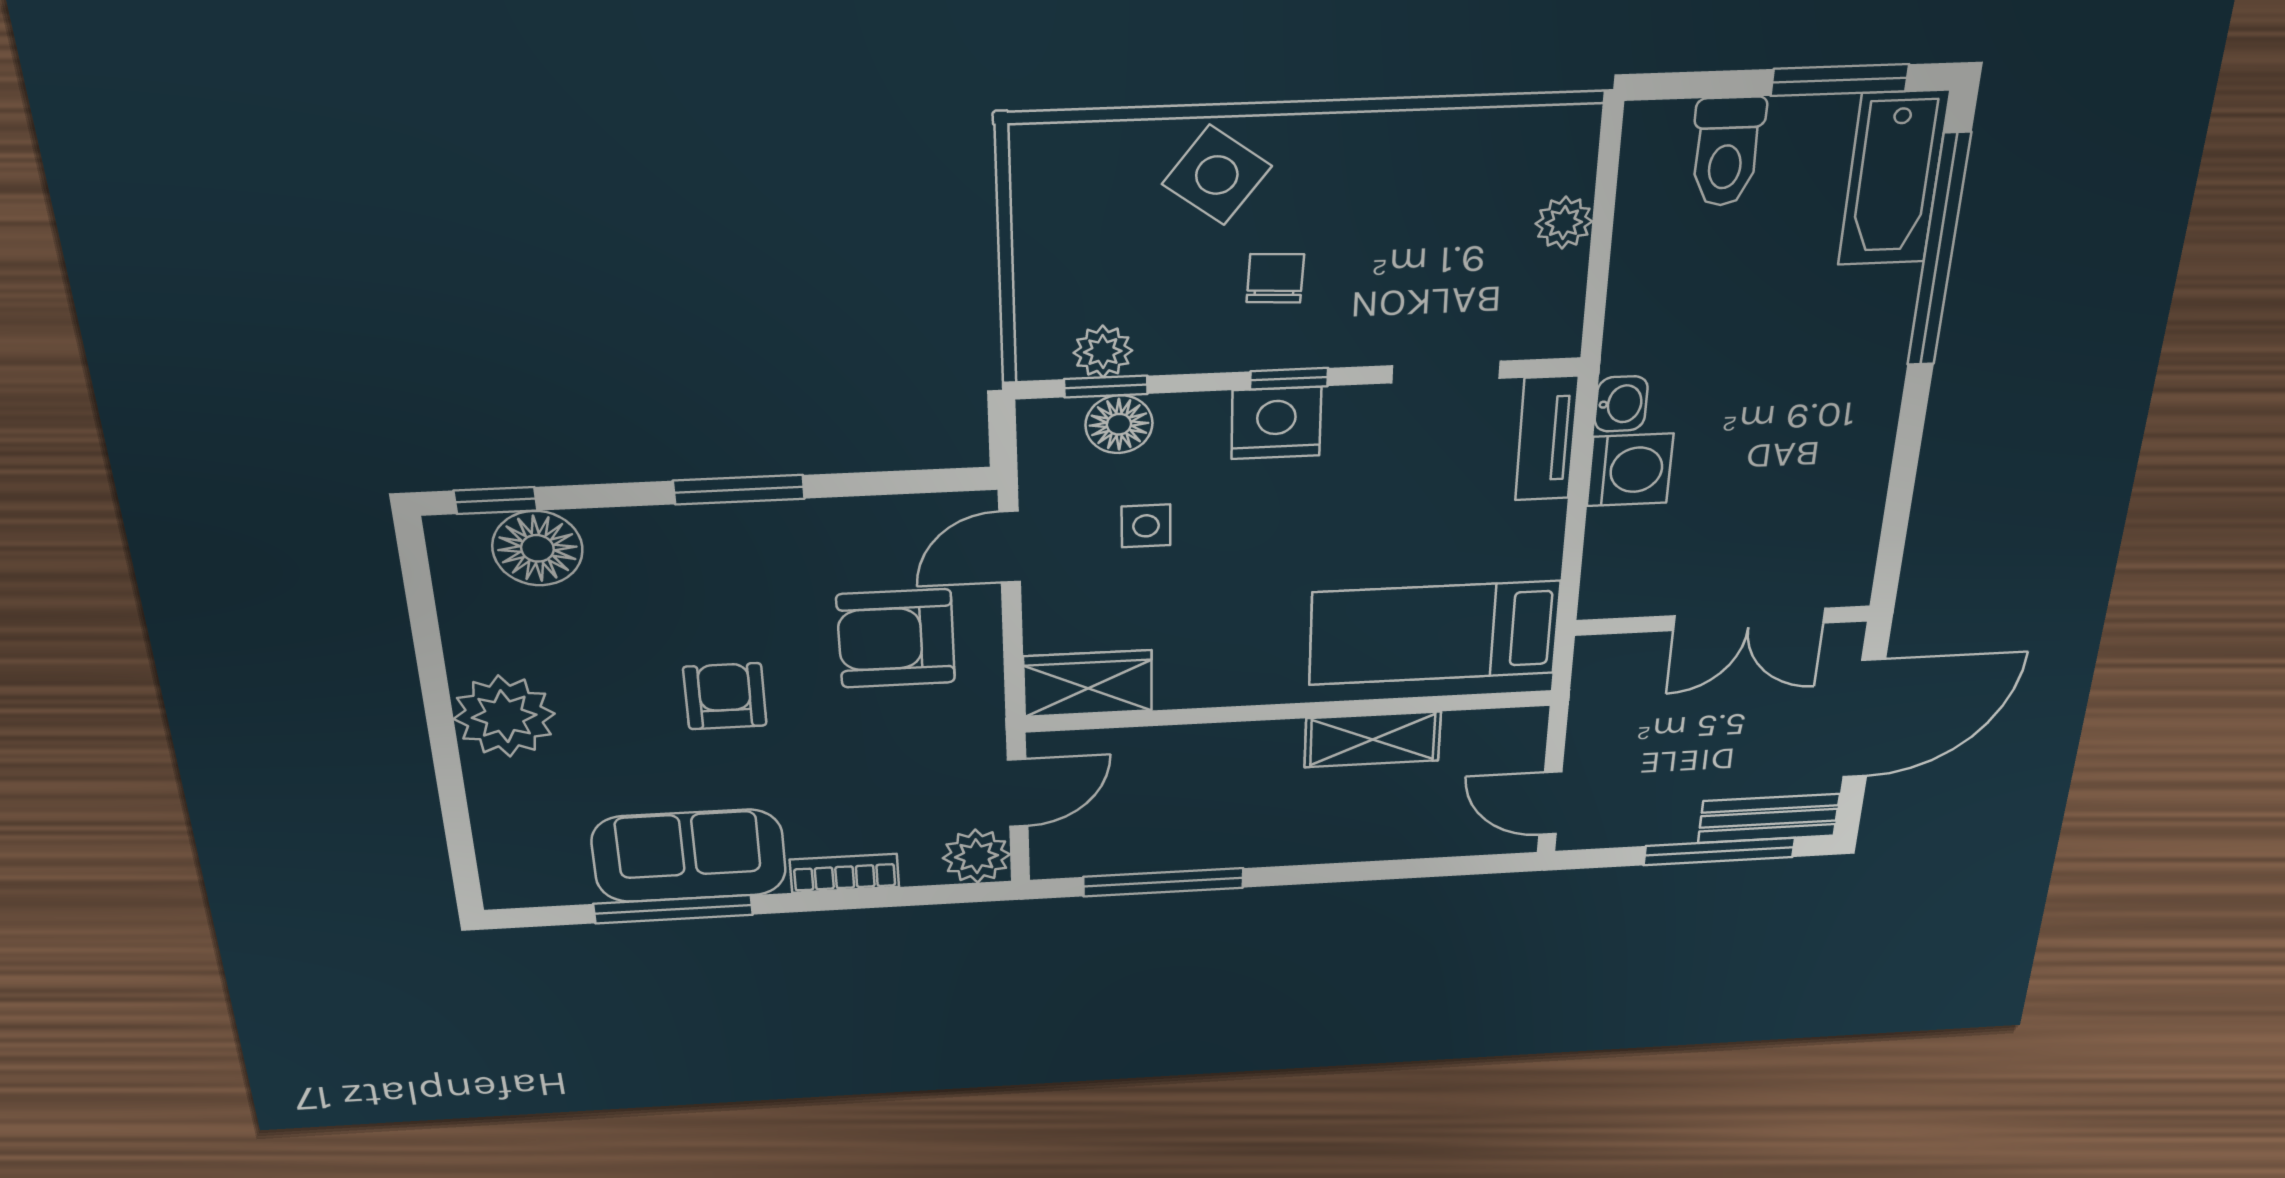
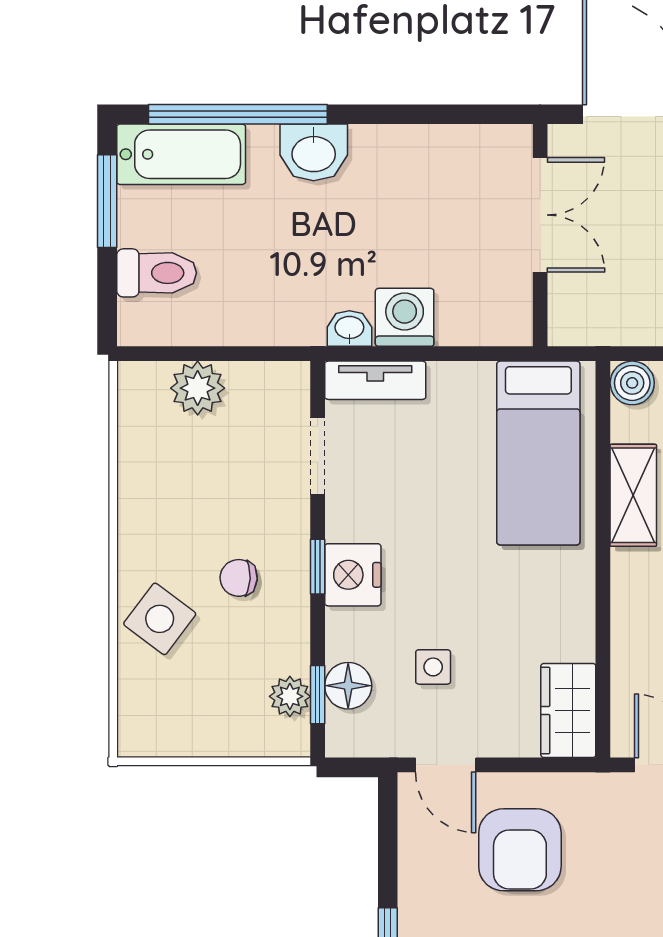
plant: (1564, 223) -> (198, 388), width x1.38, depth x1.38
washbasin: (1871, 349) -> (314, 152), added
boiler: (1519, 731) -> (632, 383), added

